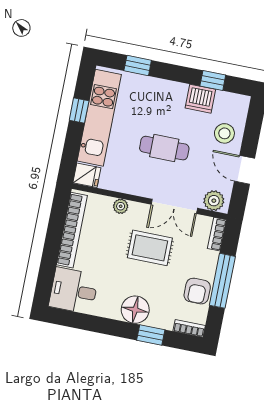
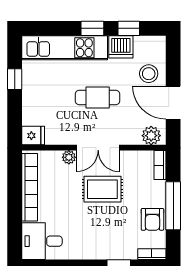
window: (138, 65) -> (92, 28), moved
kitchen unit: (99, 118) -> (65, 48), moved, turned 90
door: (245, 170) -> (173, 103), width x1.38
double door: (174, 206) -> (98, 148), moved
floor lamp: (135, 310) -> (100, 247), removed

